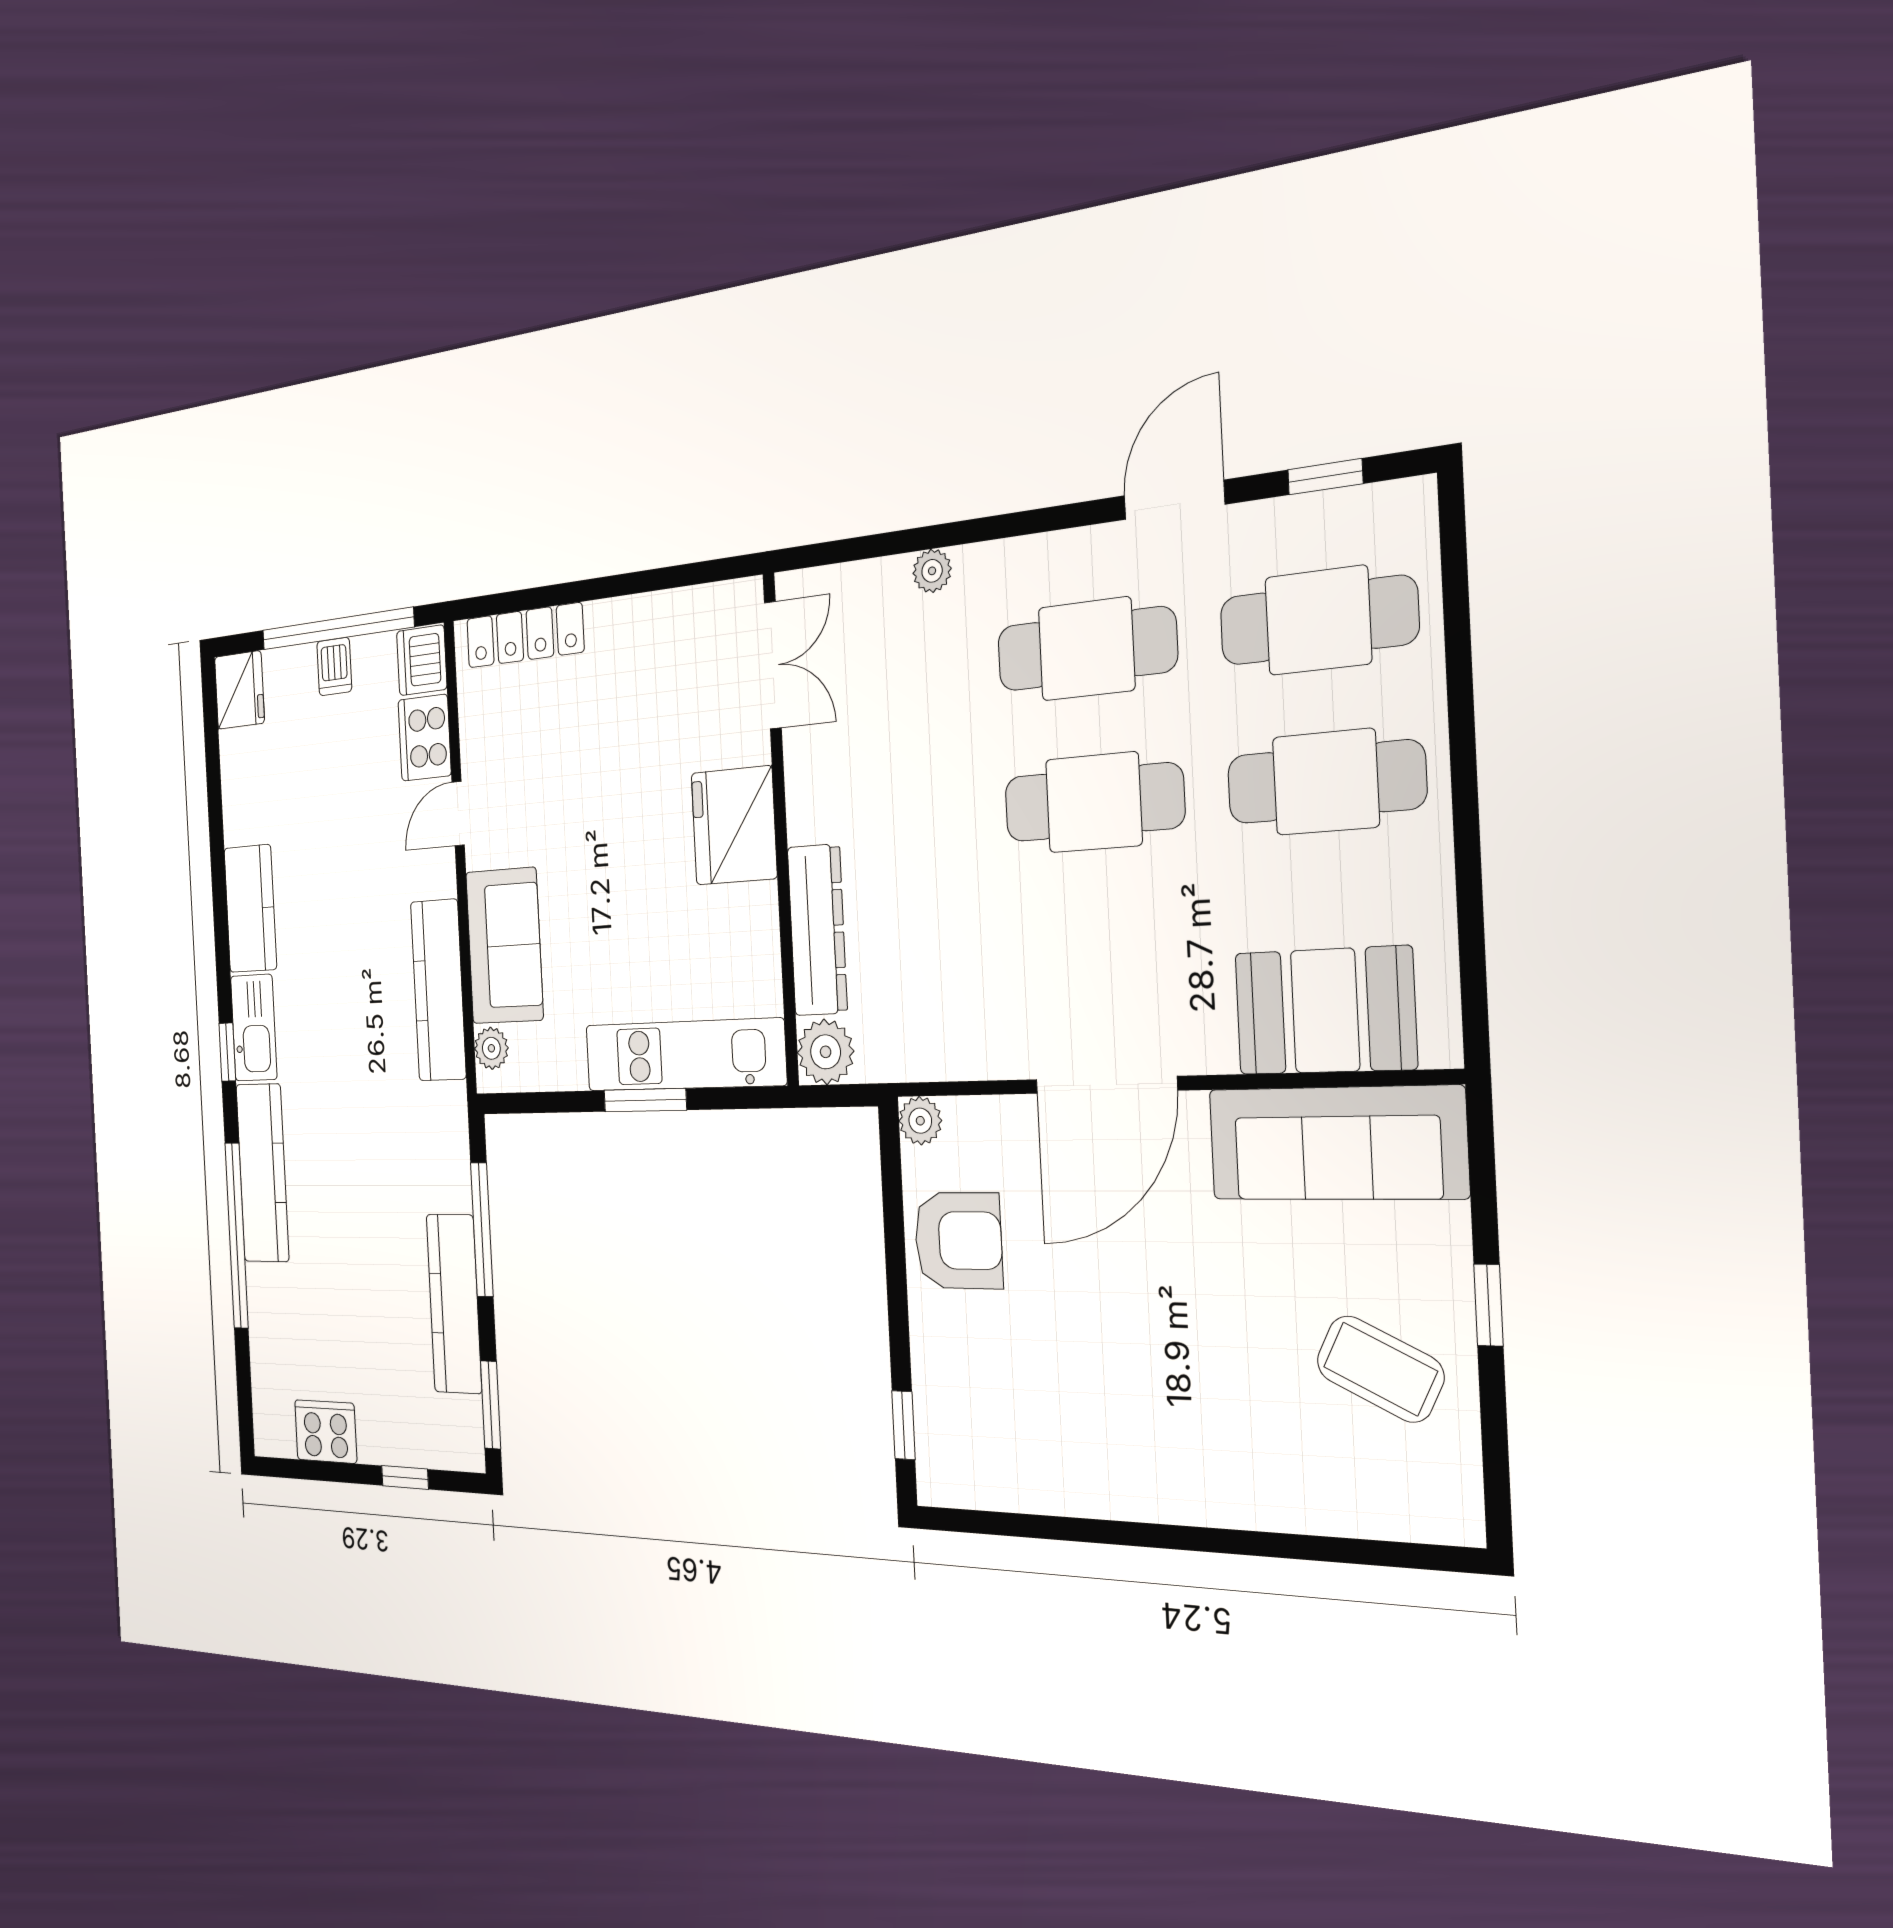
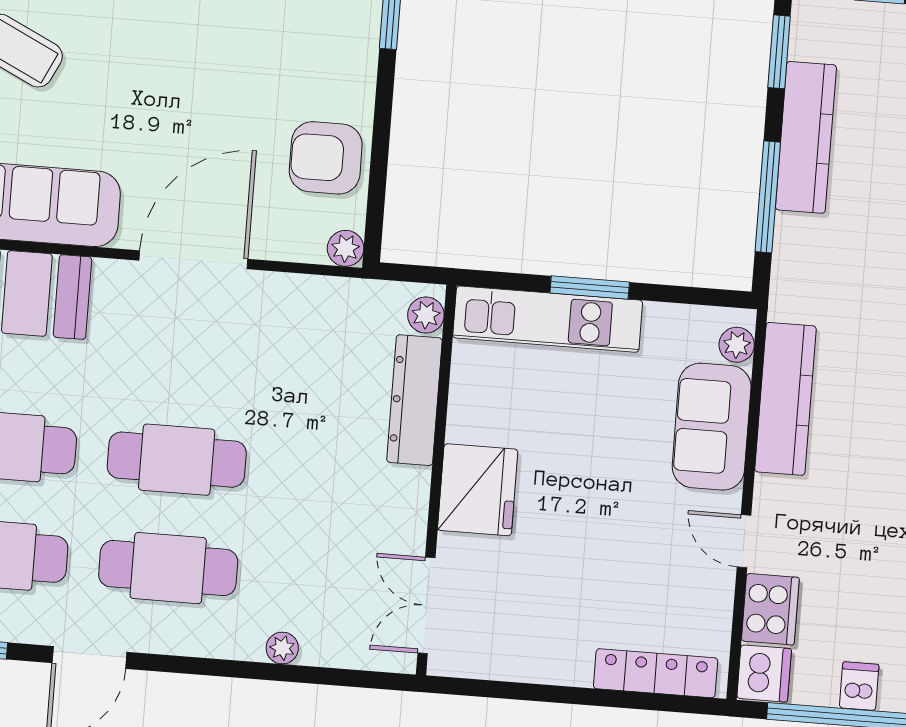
door: (458, 814) -> (744, 541), swing flipped
plant: (826, 1052) -> (426, 315), width x0.73, depth x0.73

